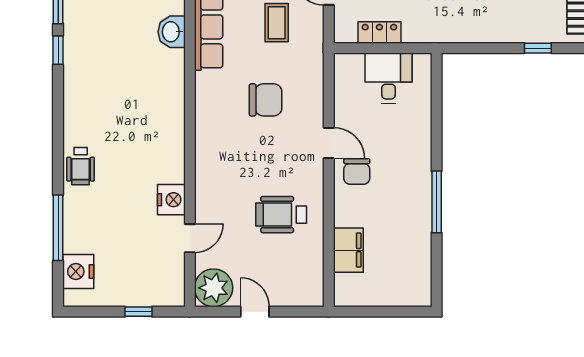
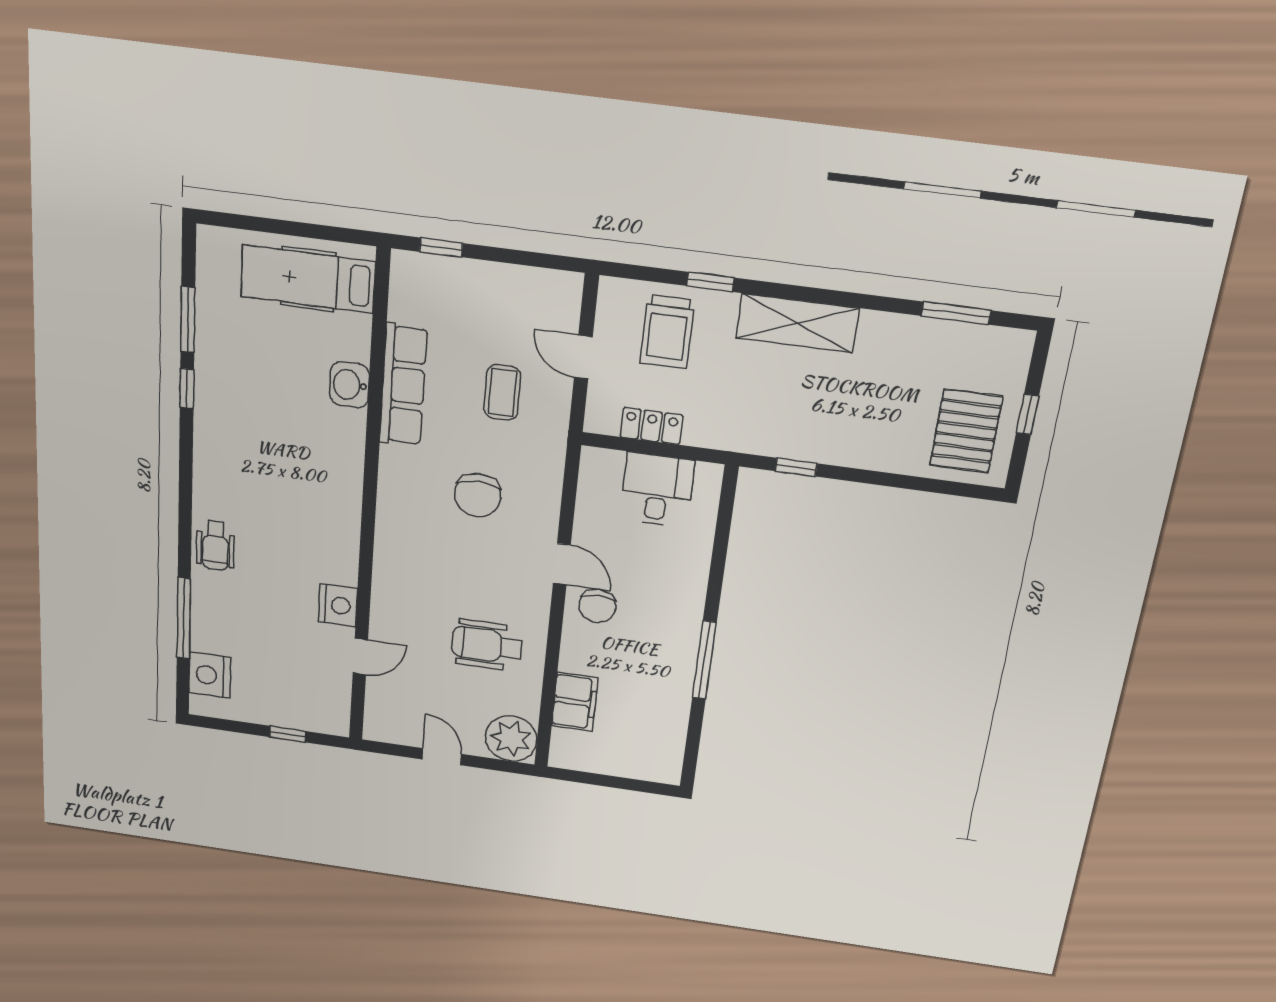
window: (538, 48) -> (796, 467), moved
chair: (266, 100) -> (478, 495), turned 90
plant: (214, 288) -> (511, 738), moved

